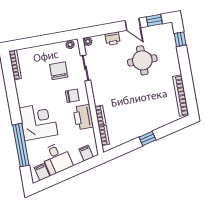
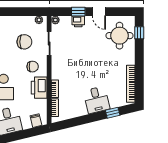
window: (154, 20) -> (78, 12), moved
round table: (142, 60) -> (120, 36), moved
chair: (59, 71) -> (24, 42), turned 90
desk: (147, 119) -> (97, 100), added
window: (147, 138) -> (113, 113), moved

